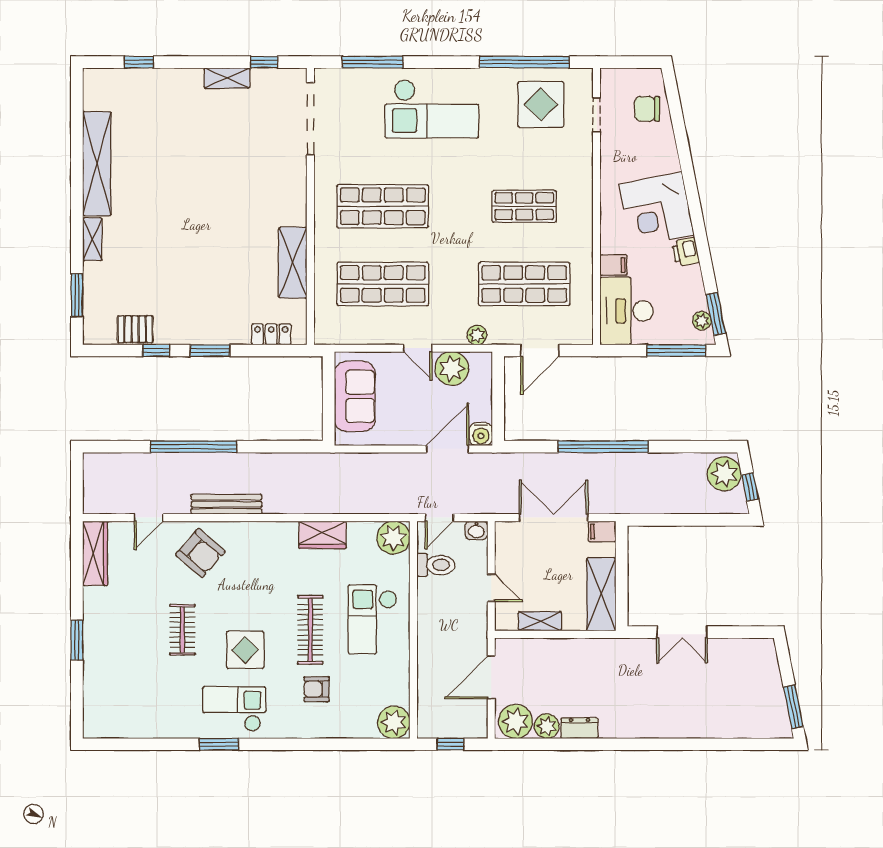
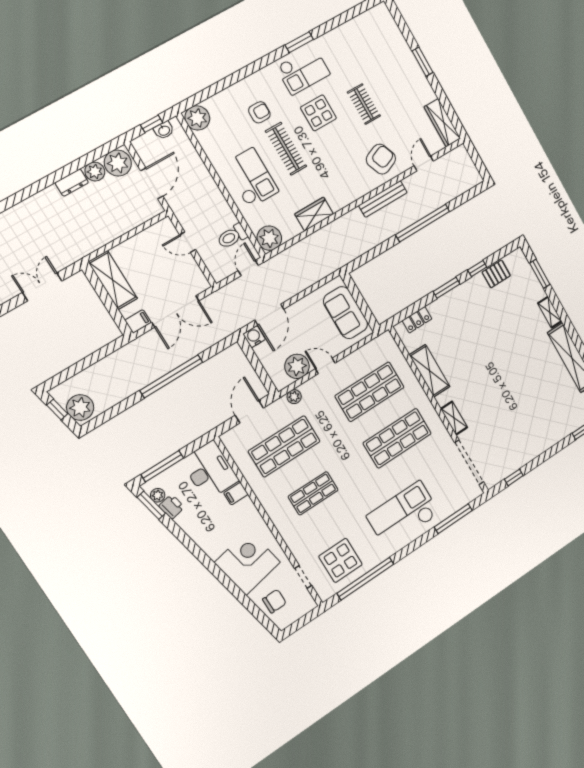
shelving: (227, 78) -> (454, 418), moved, turned 90
corner desk: (656, 210) -> (247, 562), moved
printer: (686, 252) -> (172, 507), moved
washbasin: (476, 530) -> (164, 130), moved, turned 180
armchair: (200, 553) -> (381, 159), turned 117
shelving: (540, 621) -> (142, 239), removed

